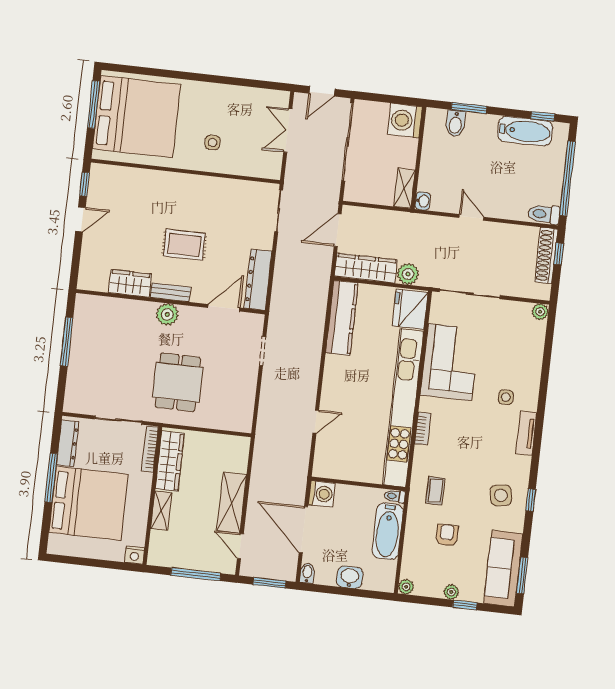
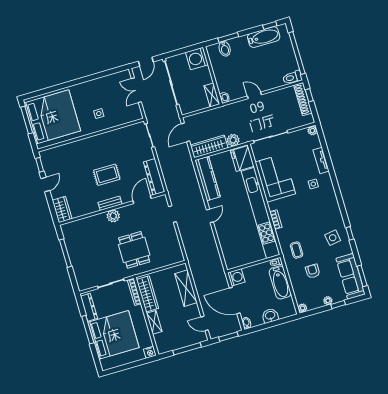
wardrobe: (130, 283) -> (62, 210), moved, turned 90
door: (316, 422) -> (210, 216), moved
tv unit: (526, 433) -> (321, 160), moved
shelving: (232, 503) -> (186, 288), moved

